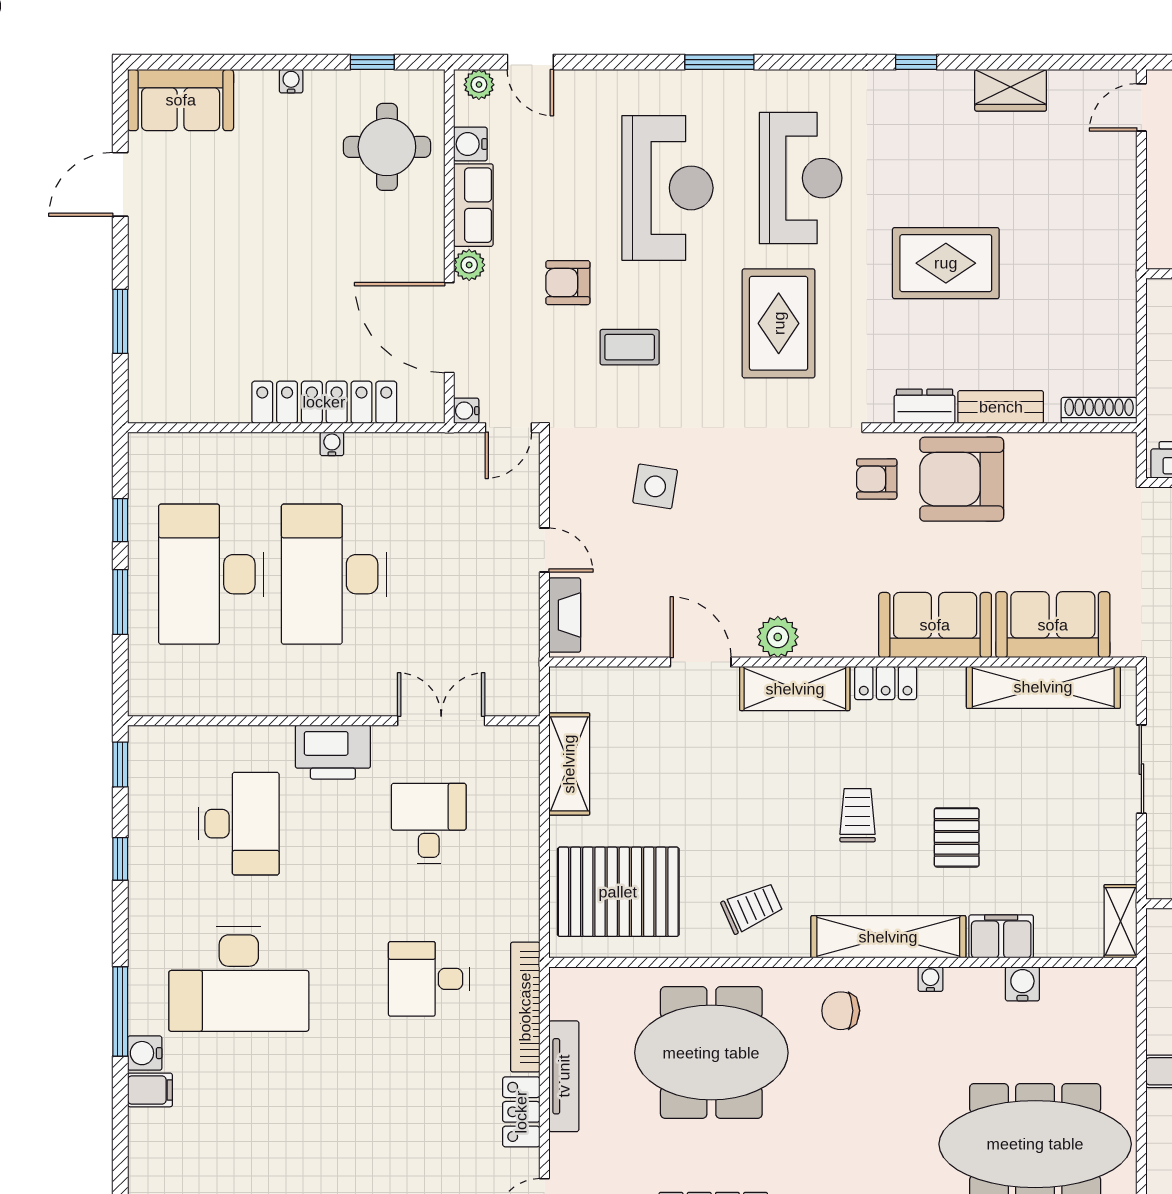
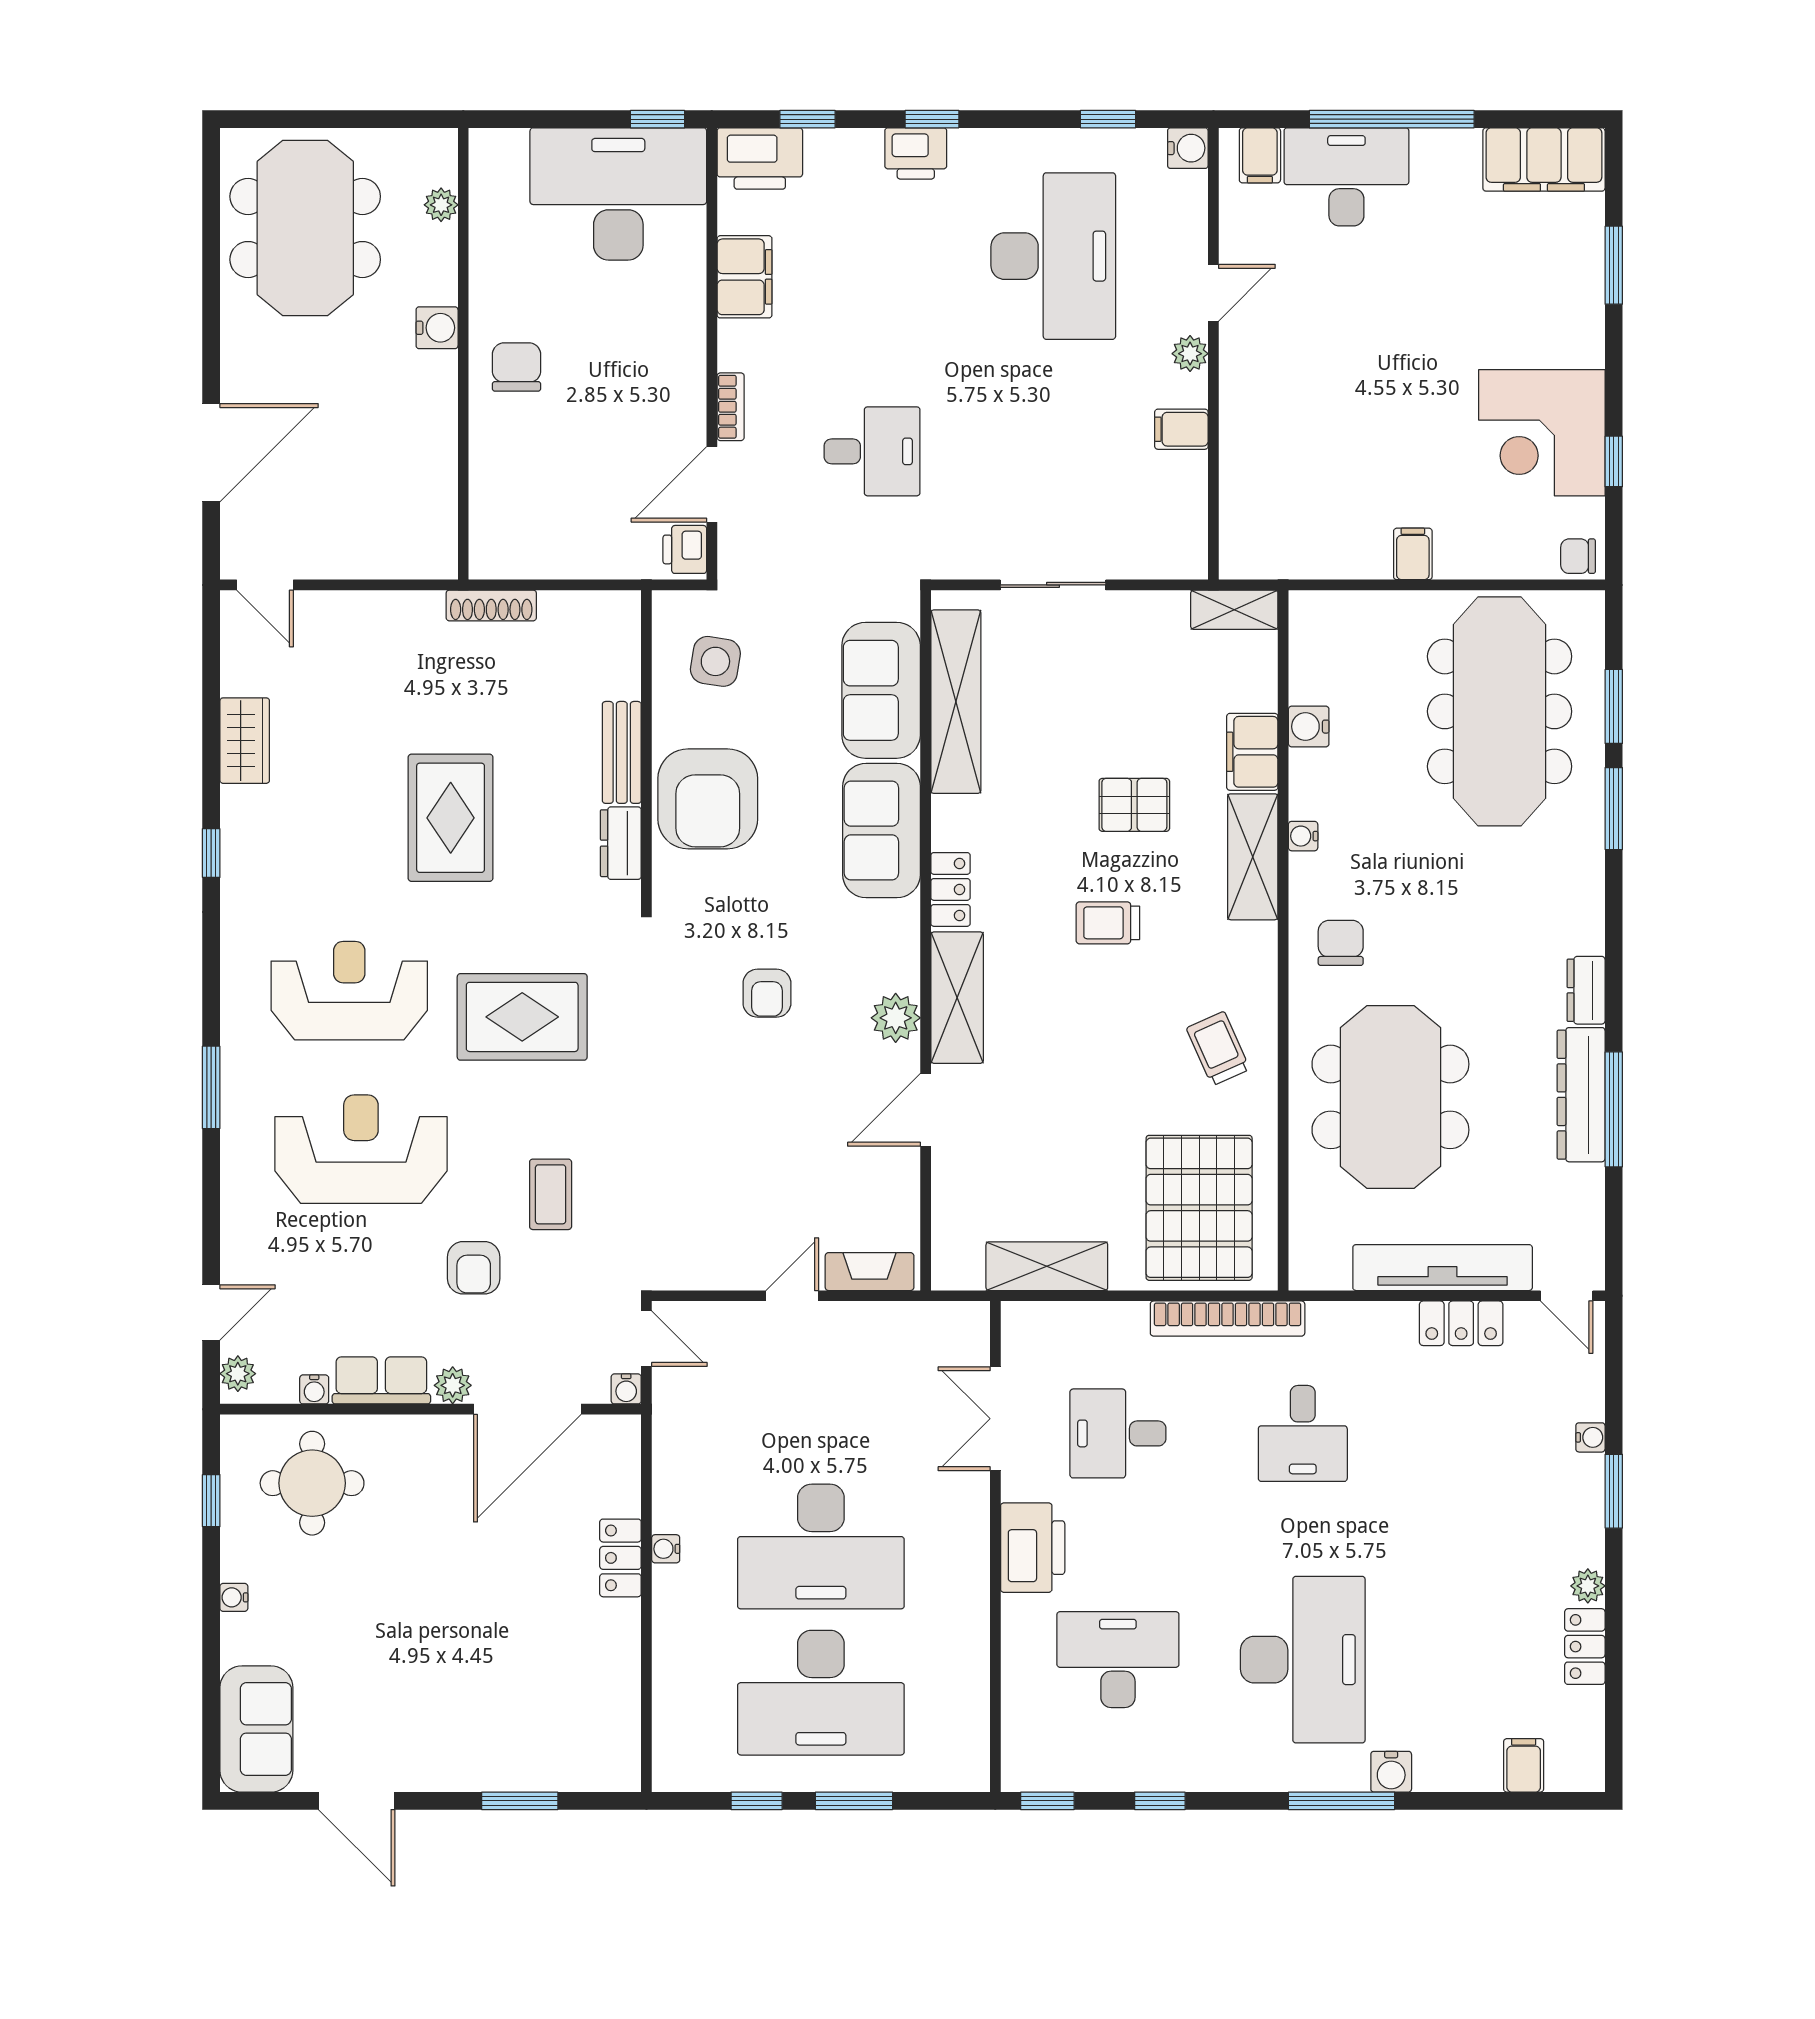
water cooler: (470, 144) -> (314, 1389), width x0.72, depth x0.72
locker: (324, 402) -> (620, 1558), width x0.46, depth x0.83
shoe rack: (1099, 410) -> (491, 605), moved, turned -90
armchair: (877, 479) -> (767, 993), moved
side table: (655, 486) -> (715, 661), moved
shelving: (888, 937) -> (1253, 857), width x0.68
bookcase: (525, 1007) -> (1228, 1319), moved
chair: (841, 1011) -> (1341, 943), turned 180
tv unit: (564, 1076) -> (1443, 1268), width x1.36, depth x1.29
filing cabinet: (150, 1090) -> (1524, 1765), moved

